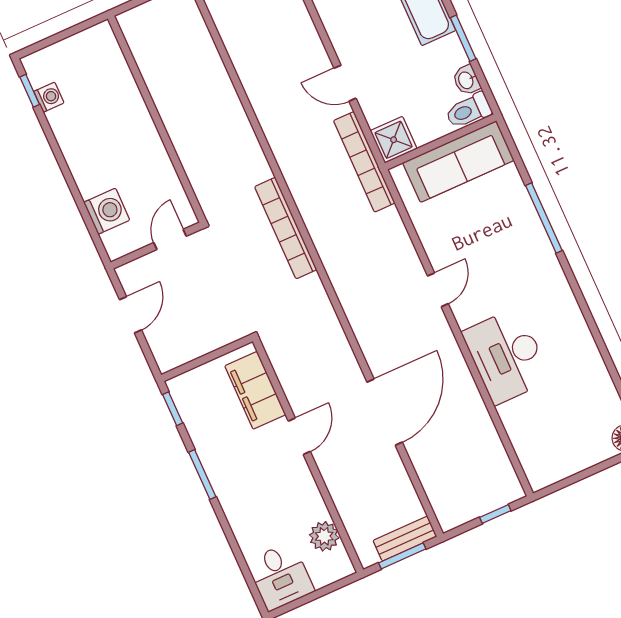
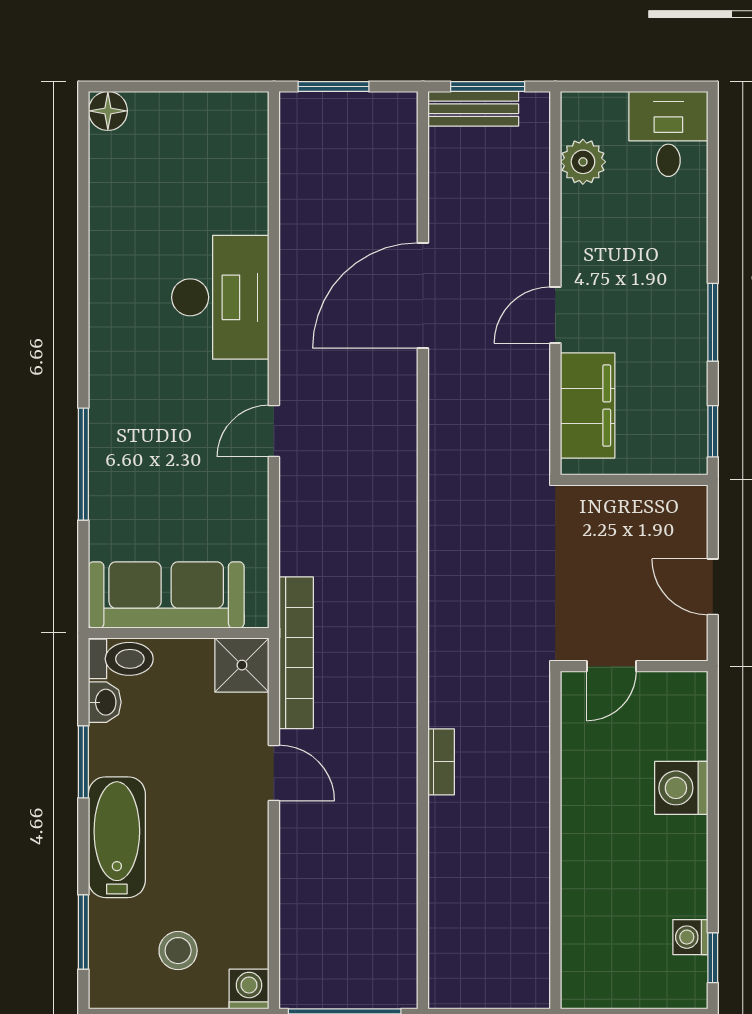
washing machine: (107, 211) -> (681, 788), moved
bookcase: (286, 228) -> (441, 762), moved, width x0.43, depth x0.76
door: (130, 315) -> (713, 587), hinge flipped
window: (495, 514) -> (334, 86), width x1.50

